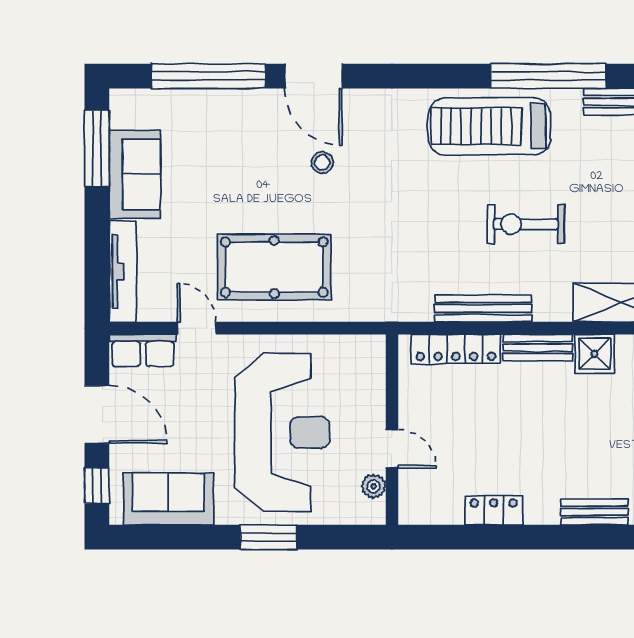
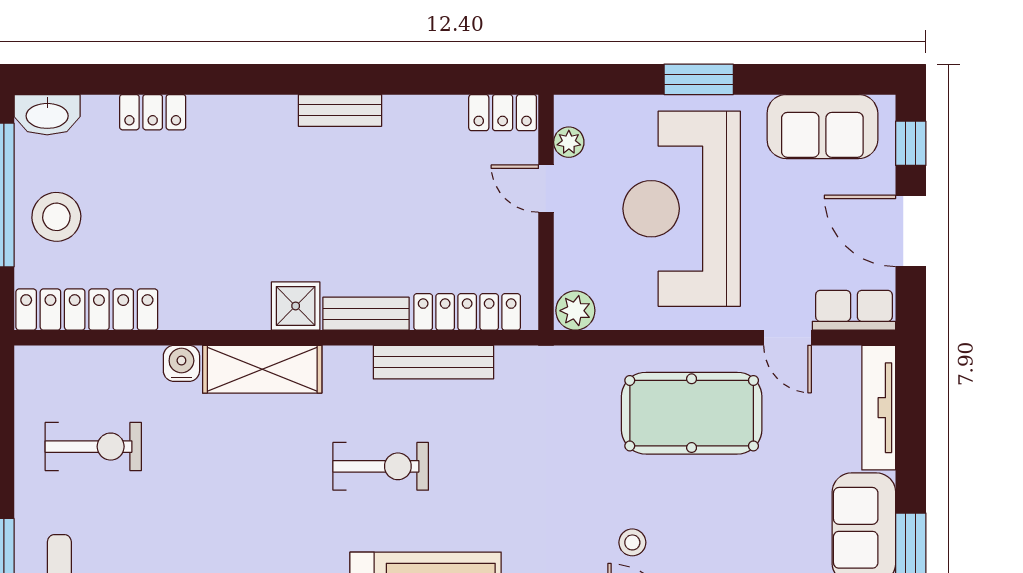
plant: (368, 350) -> (575, 311), added
locker: (494, 510) -> (503, 113), moved
bench: (595, 512) -> (340, 110), moved

